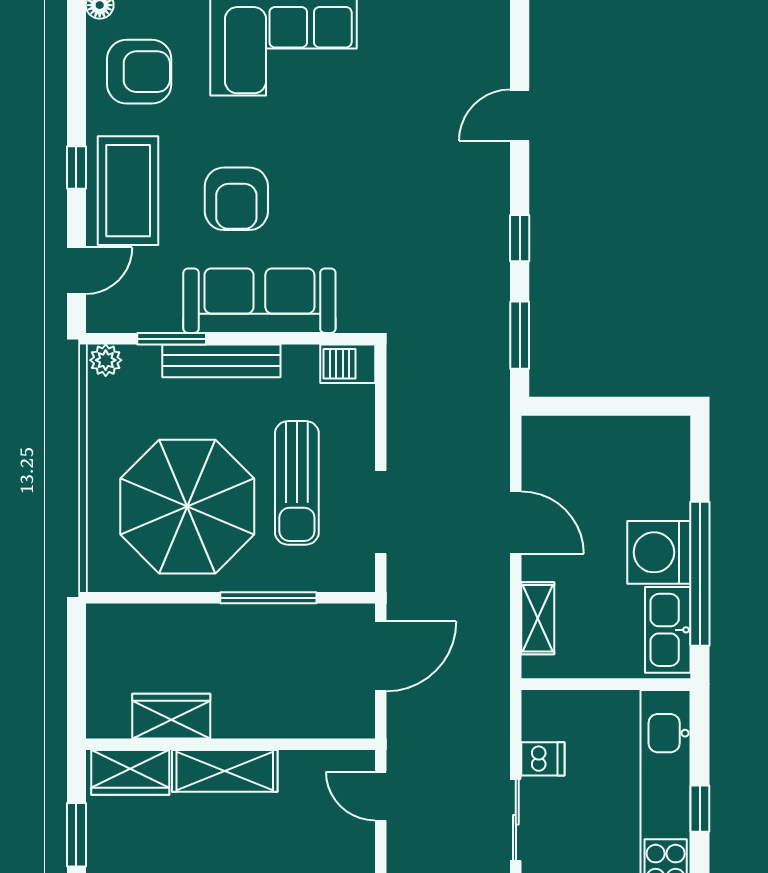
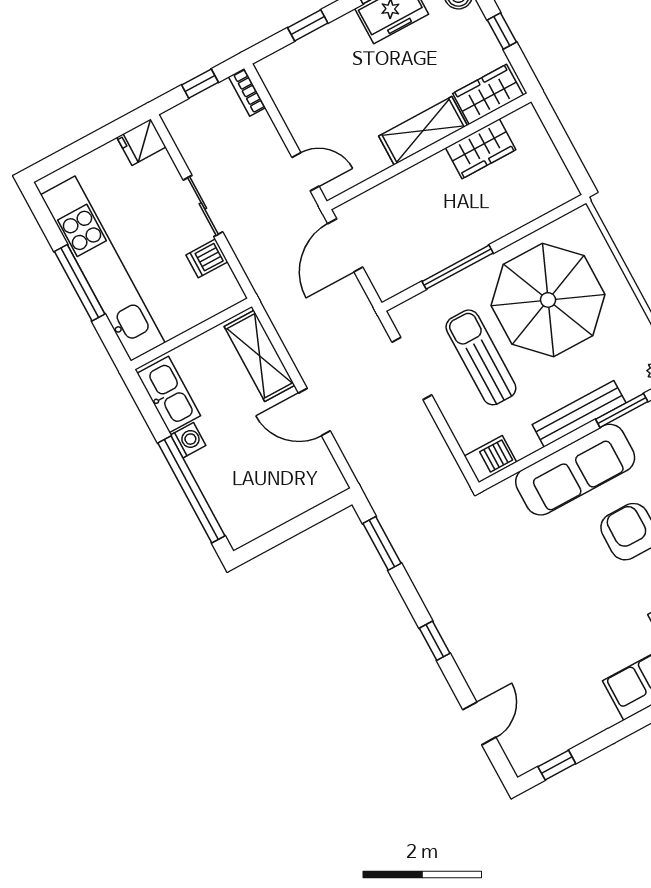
door: (520, 115) -> (479, 723), moved
window: (520, 238) -> (435, 641), moved
washing machine: (659, 552) -> (188, 440), width x0.53, depth x0.53
window: (700, 574) -> (191, 489), moved
shelving: (538, 618) -> (260, 356), width x1.50, depth x1.33
door: (381, 656) -> (345, 245), moved
window: (700, 809) -> (80, 283), width x2.17
window: (76, 835) -> (502, 31), width x0.67

